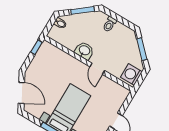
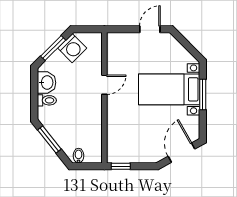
washbasin: (84, 51) -> (47, 83), moved, turned 180
washing machine: (131, 74) -> (72, 48), moved, turned -45

